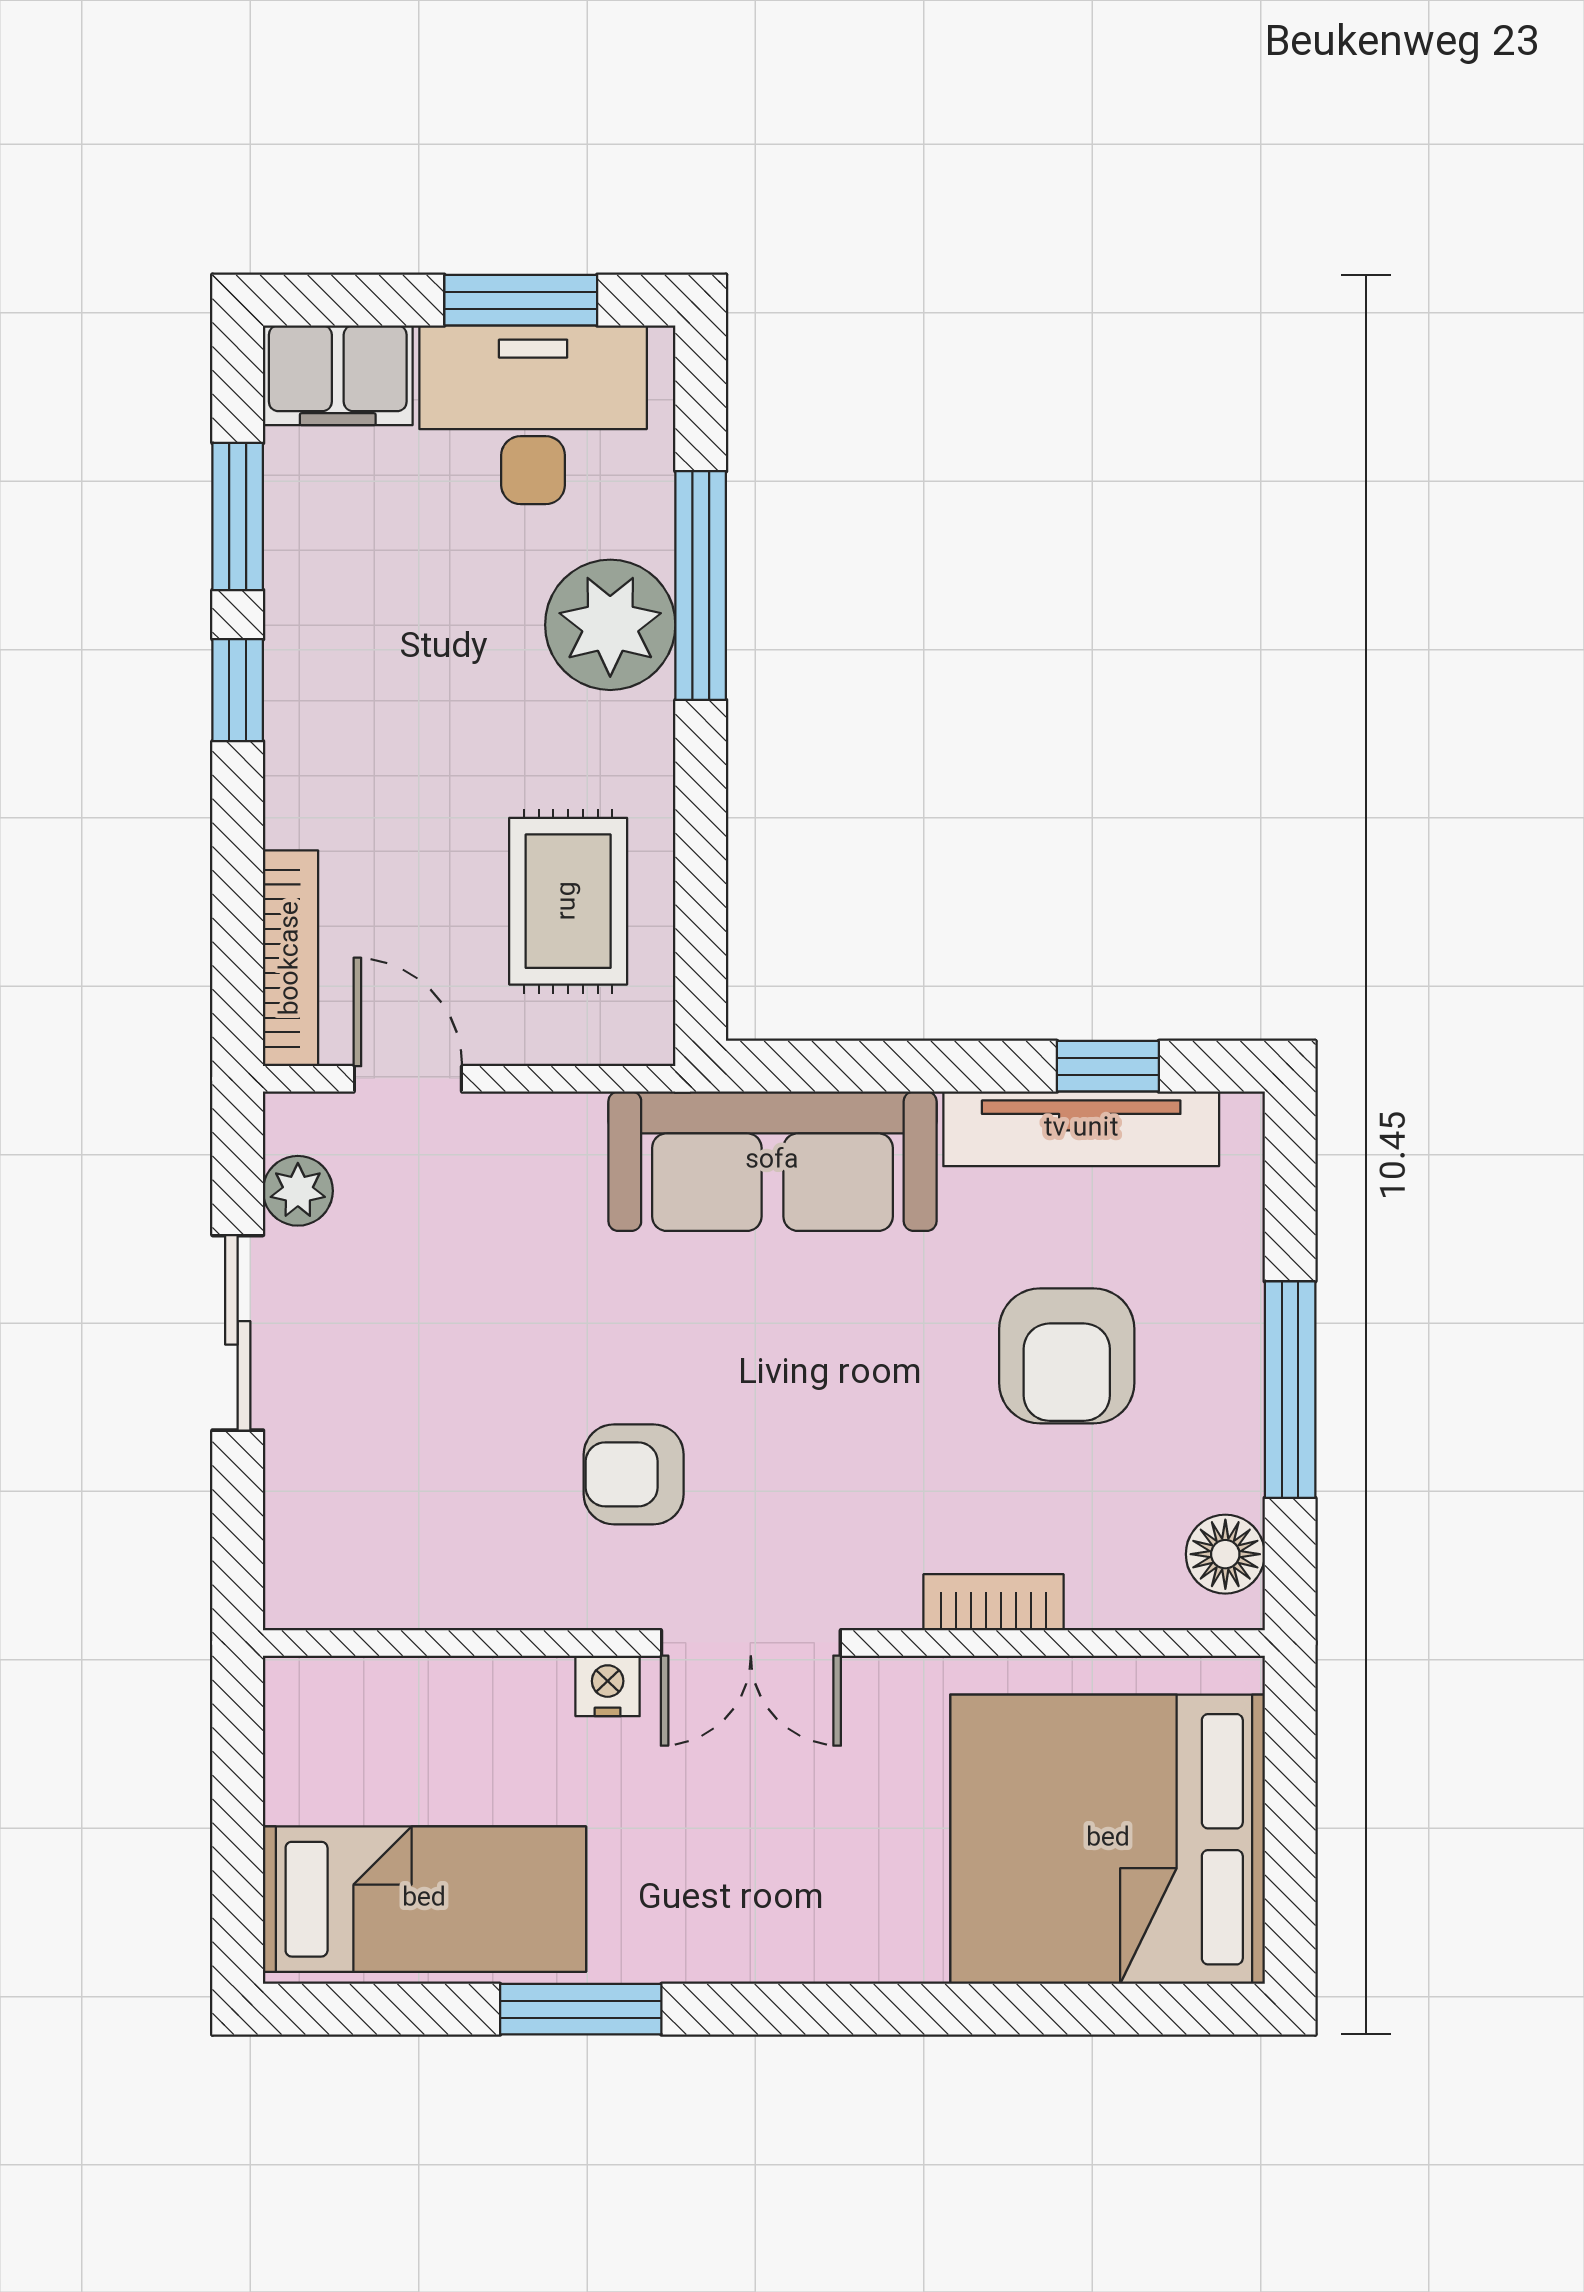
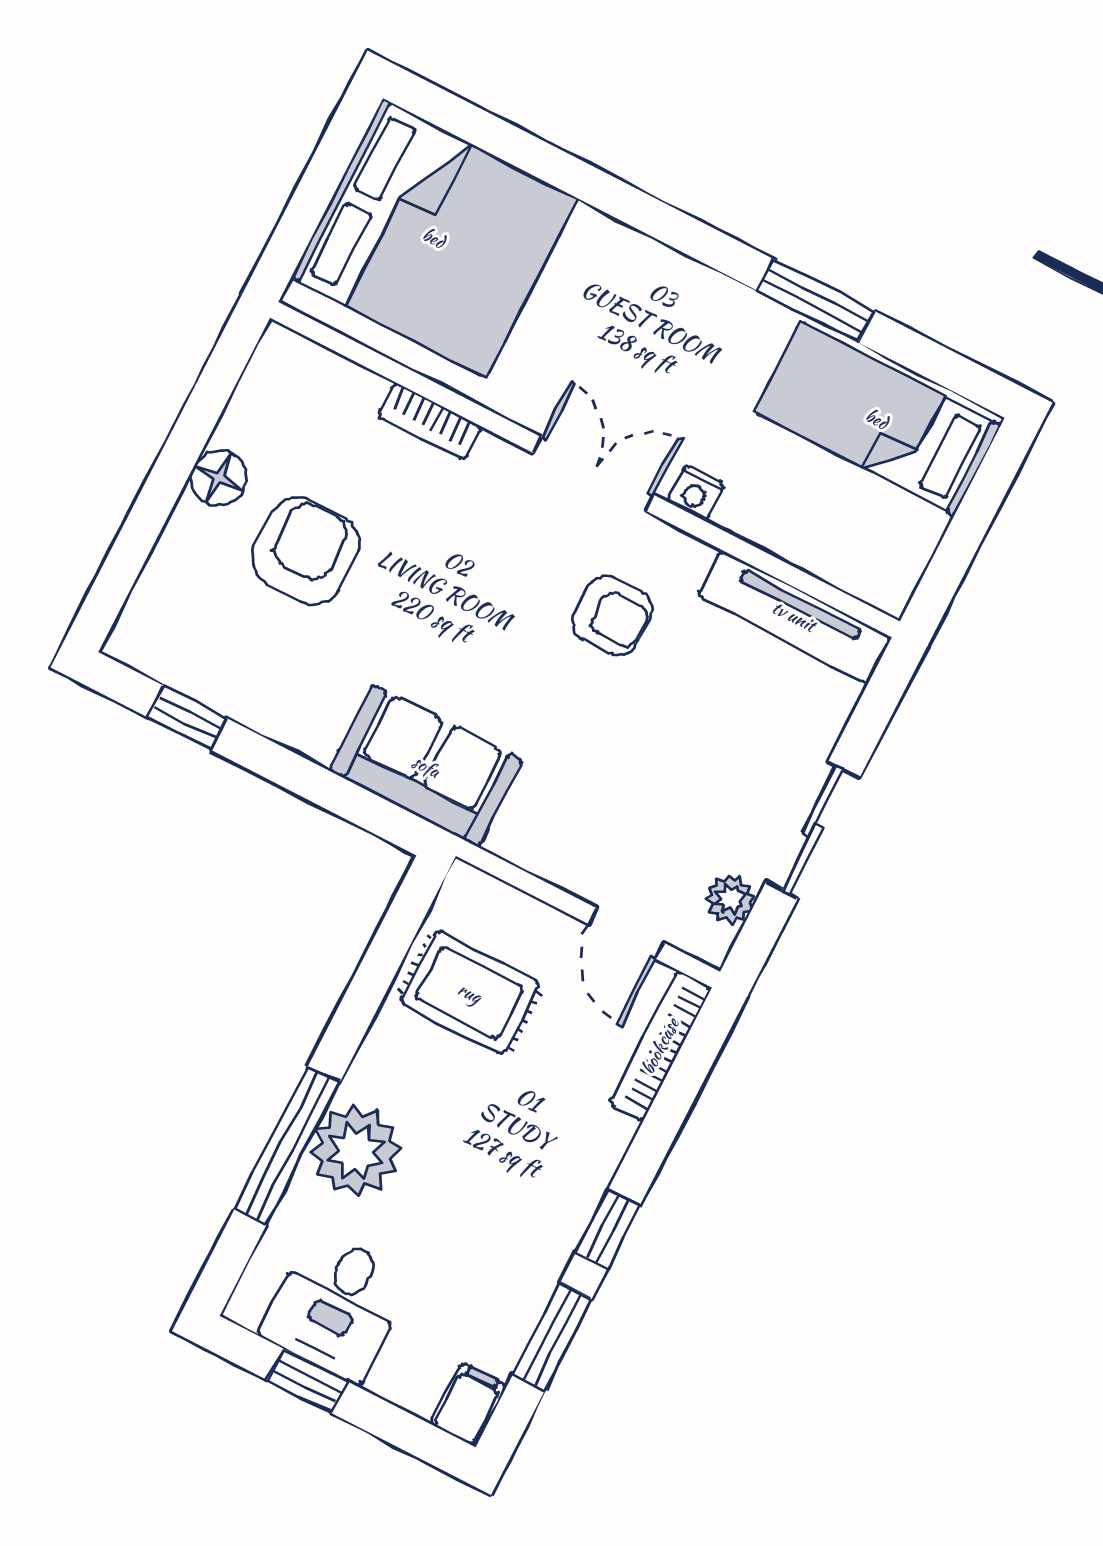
window: (521, 300) -> (308, 1381), width x0.67
filing cabinet: (338, 375) -> (468, 1405), width x0.50
desk: (533, 415) -> (336, 1306), width x0.73
rug: (568, 901) -> (470, 993), turned 90
tv unit: (1081, 1129) -> (794, 616), moved, turned 180
sofa: (772, 1161) -> (426, 766), width x0.73
window: (1290, 1390) -> (178, 459), removed
floor lamp: (1225, 1554) -> (219, 478), moved

